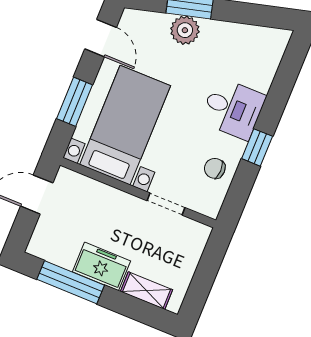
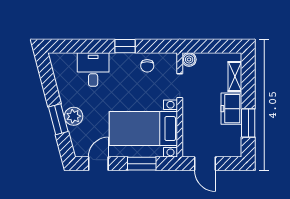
desk: (233, 109) -> (93, 70), moved
boiler: (199, 234) -> (189, 59), added
window: (71, 282) -> (248, 123), width x0.69

